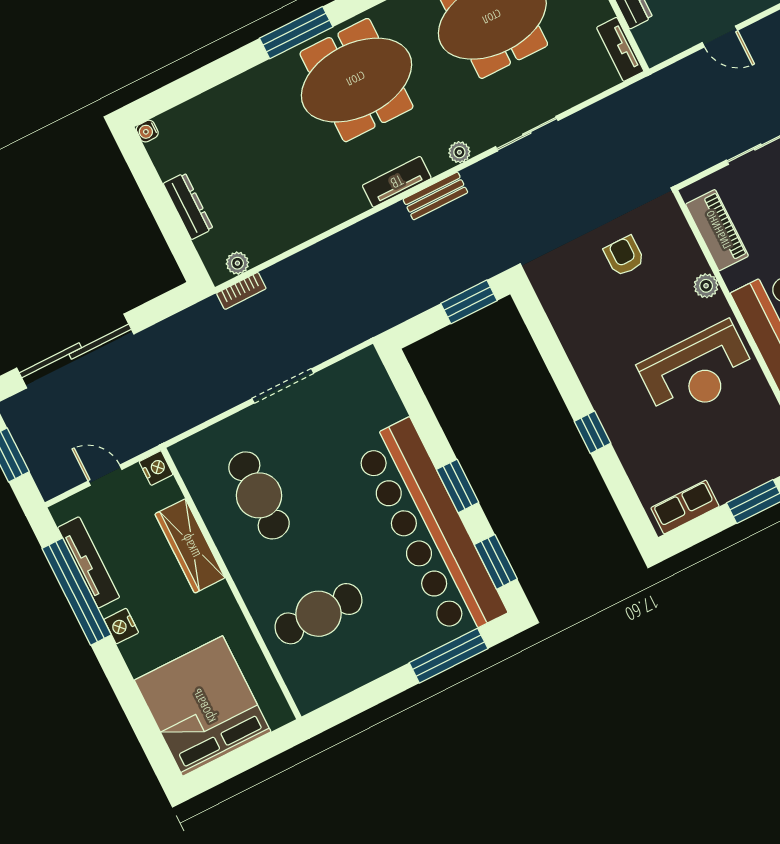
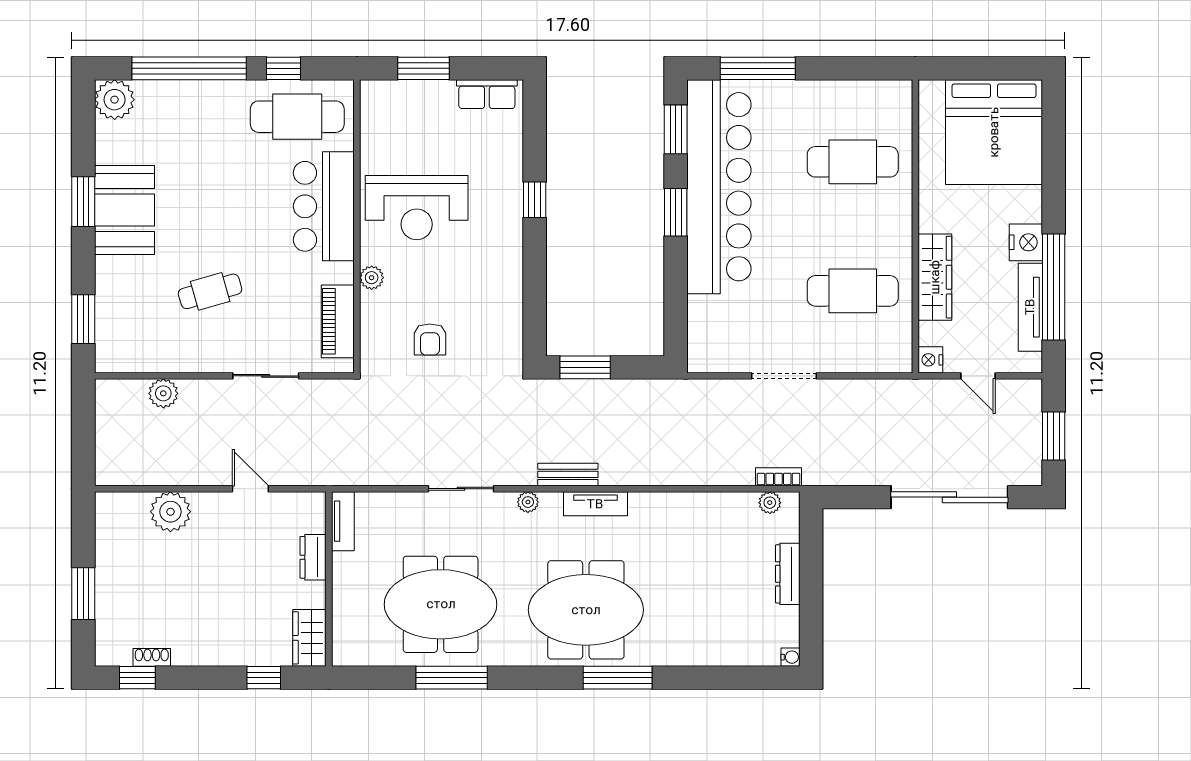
reception desk: (697, 371) -> (417, 208), turned 180
cafe table: (259, 495) -> (853, 291), turned 90
nightstand: (121, 626) -> (1026, 242), width x1.36, depth x1.33

